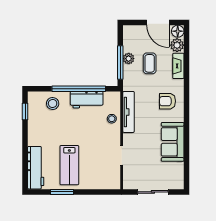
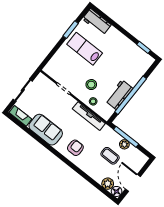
door: (158, 22) -> (133, 183), hinge flipped
fireplace: (178, 66) -> (20, 116), moved
stool: (53, 103) -> (91, 85), moved
workbench: (36, 168) -> (97, 22), width x0.73

